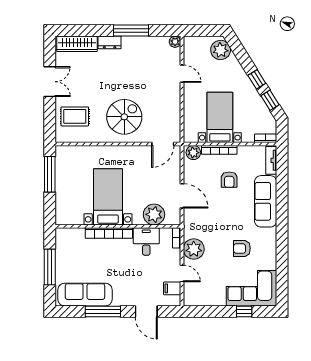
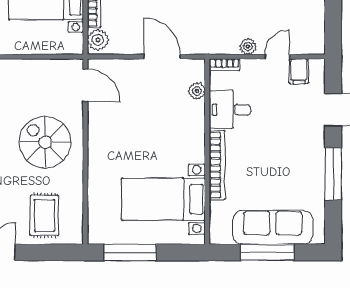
door: (182, 196) -> (162, 57), hinge flipped
bed with nightstands: (108, 197) -> (163, 199), moved
plant: (154, 214) -> (197, 91), width x0.53, depth x0.53
plant: (194, 249) -> (248, 46), width x0.53, depth x0.53
sofa: (85, 295) -> (273, 227), moved, turned 90

